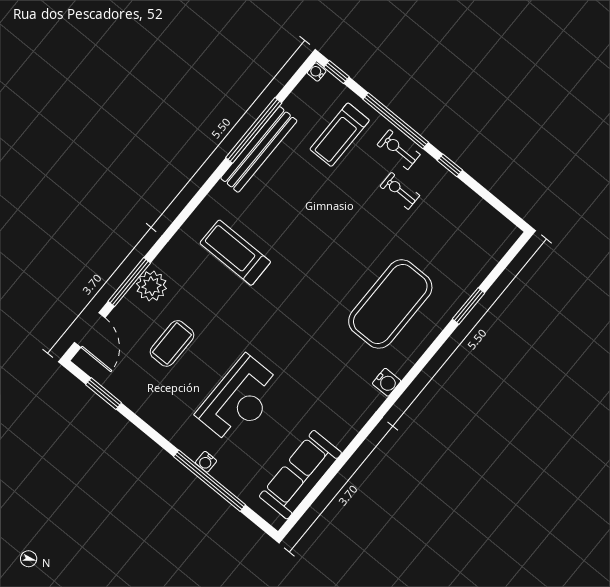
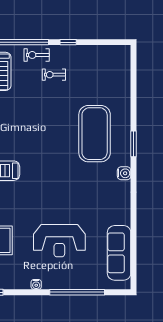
window: (469, 306) -> (134, 144), moved
reception desk: (239, 400) -> (59, 241), turned 90
water cooler: (206, 462) -> (36, 284), moved

